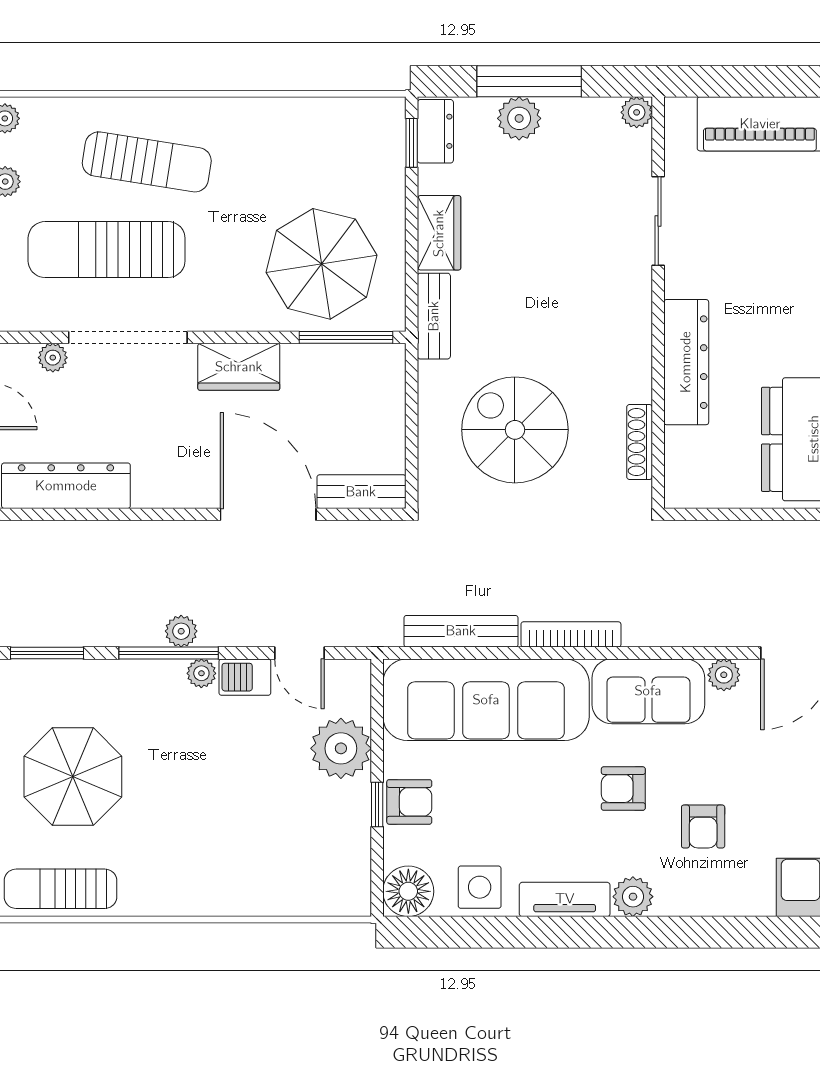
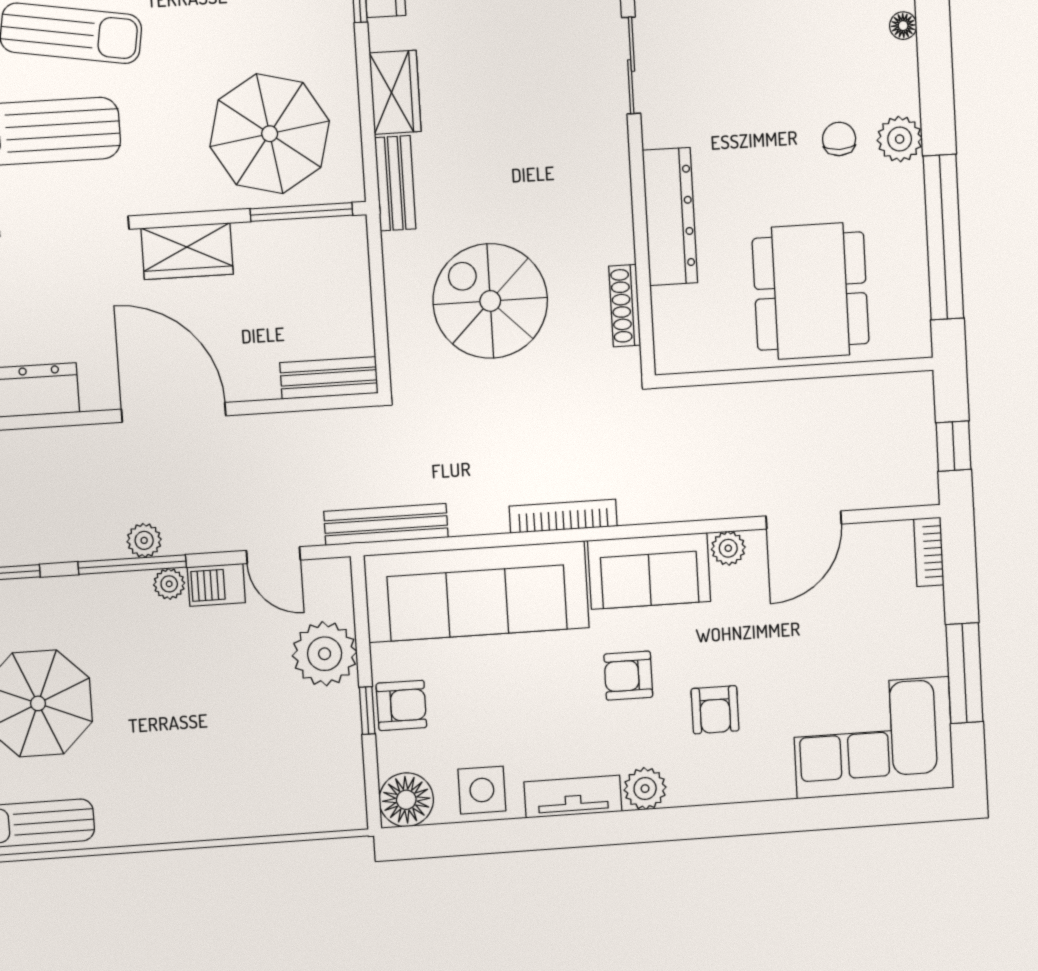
door: (268, 514) -> (174, 412), moved
bench: (461, 631) -> (386, 524), moved

